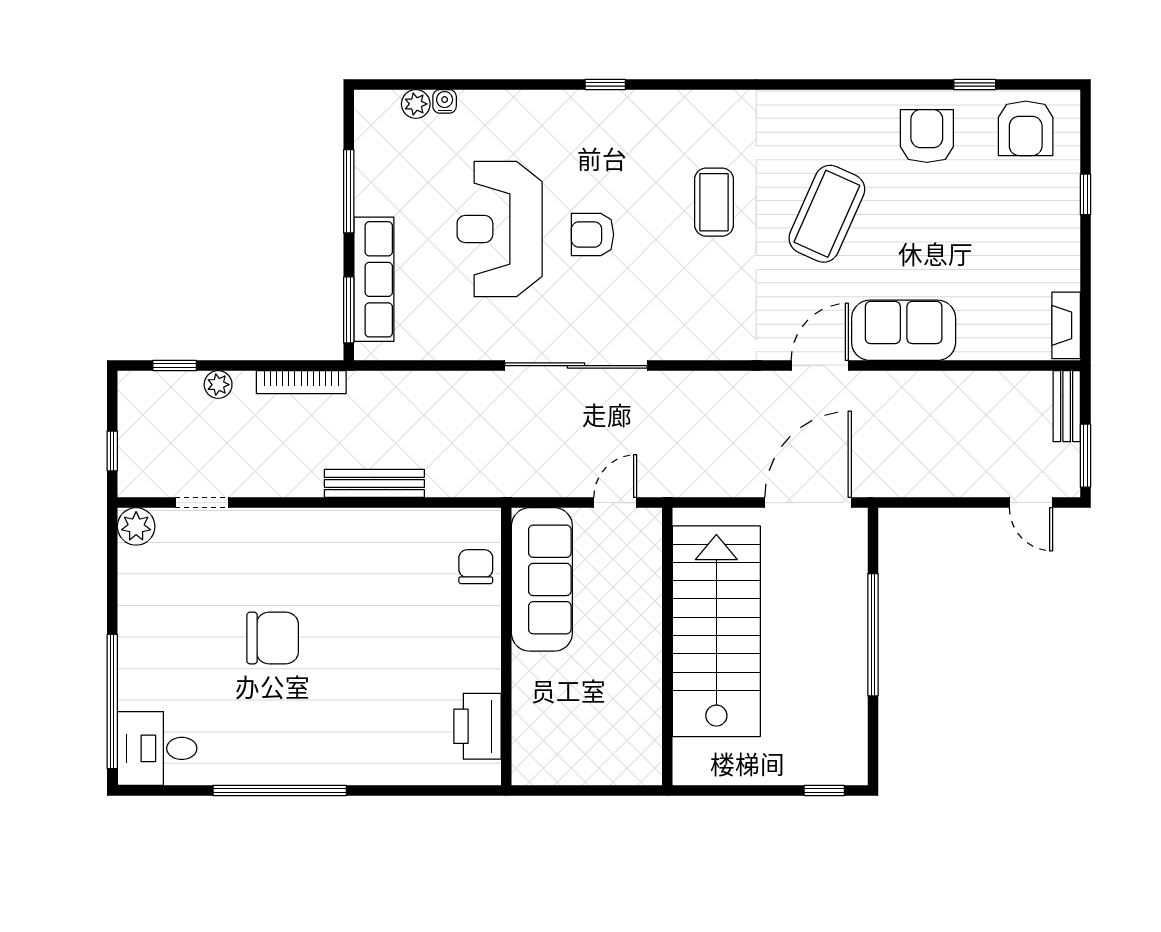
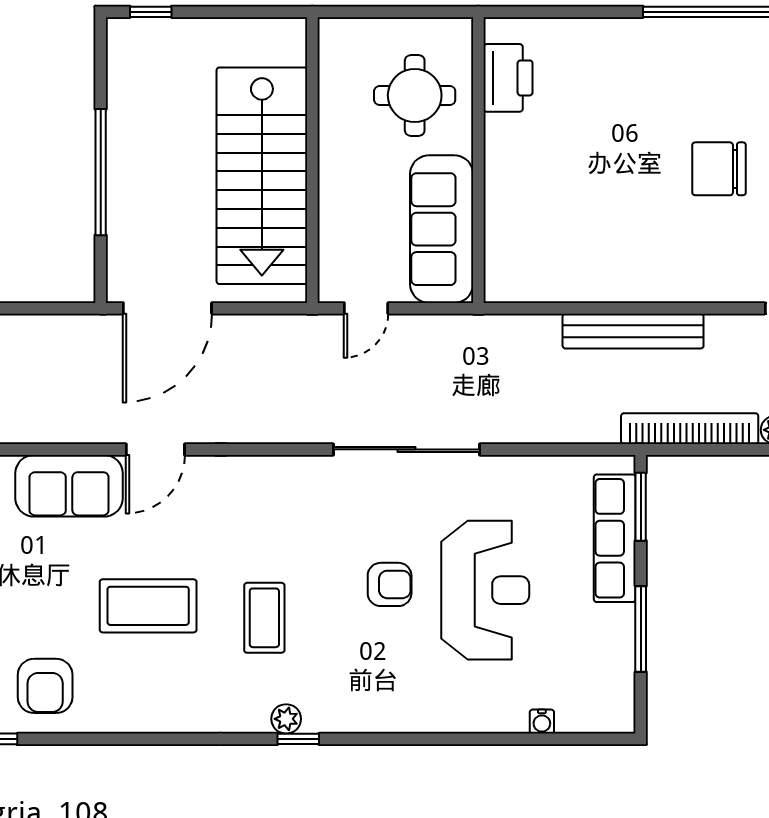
window: (605, 85) -> (298, 739), moved
plant: (416, 104) -> (286, 719), moved
coffee table: (827, 214) -> (148, 606), turned 66
bookcase: (301, 382) -> (690, 429), width x1.48, depth x1.31
bench: (374, 483) -> (633, 331), width x1.37, depth x1.21
chair: (476, 567) -> (510, 242), removed
round table: (568, 709) -> (415, 95), added

